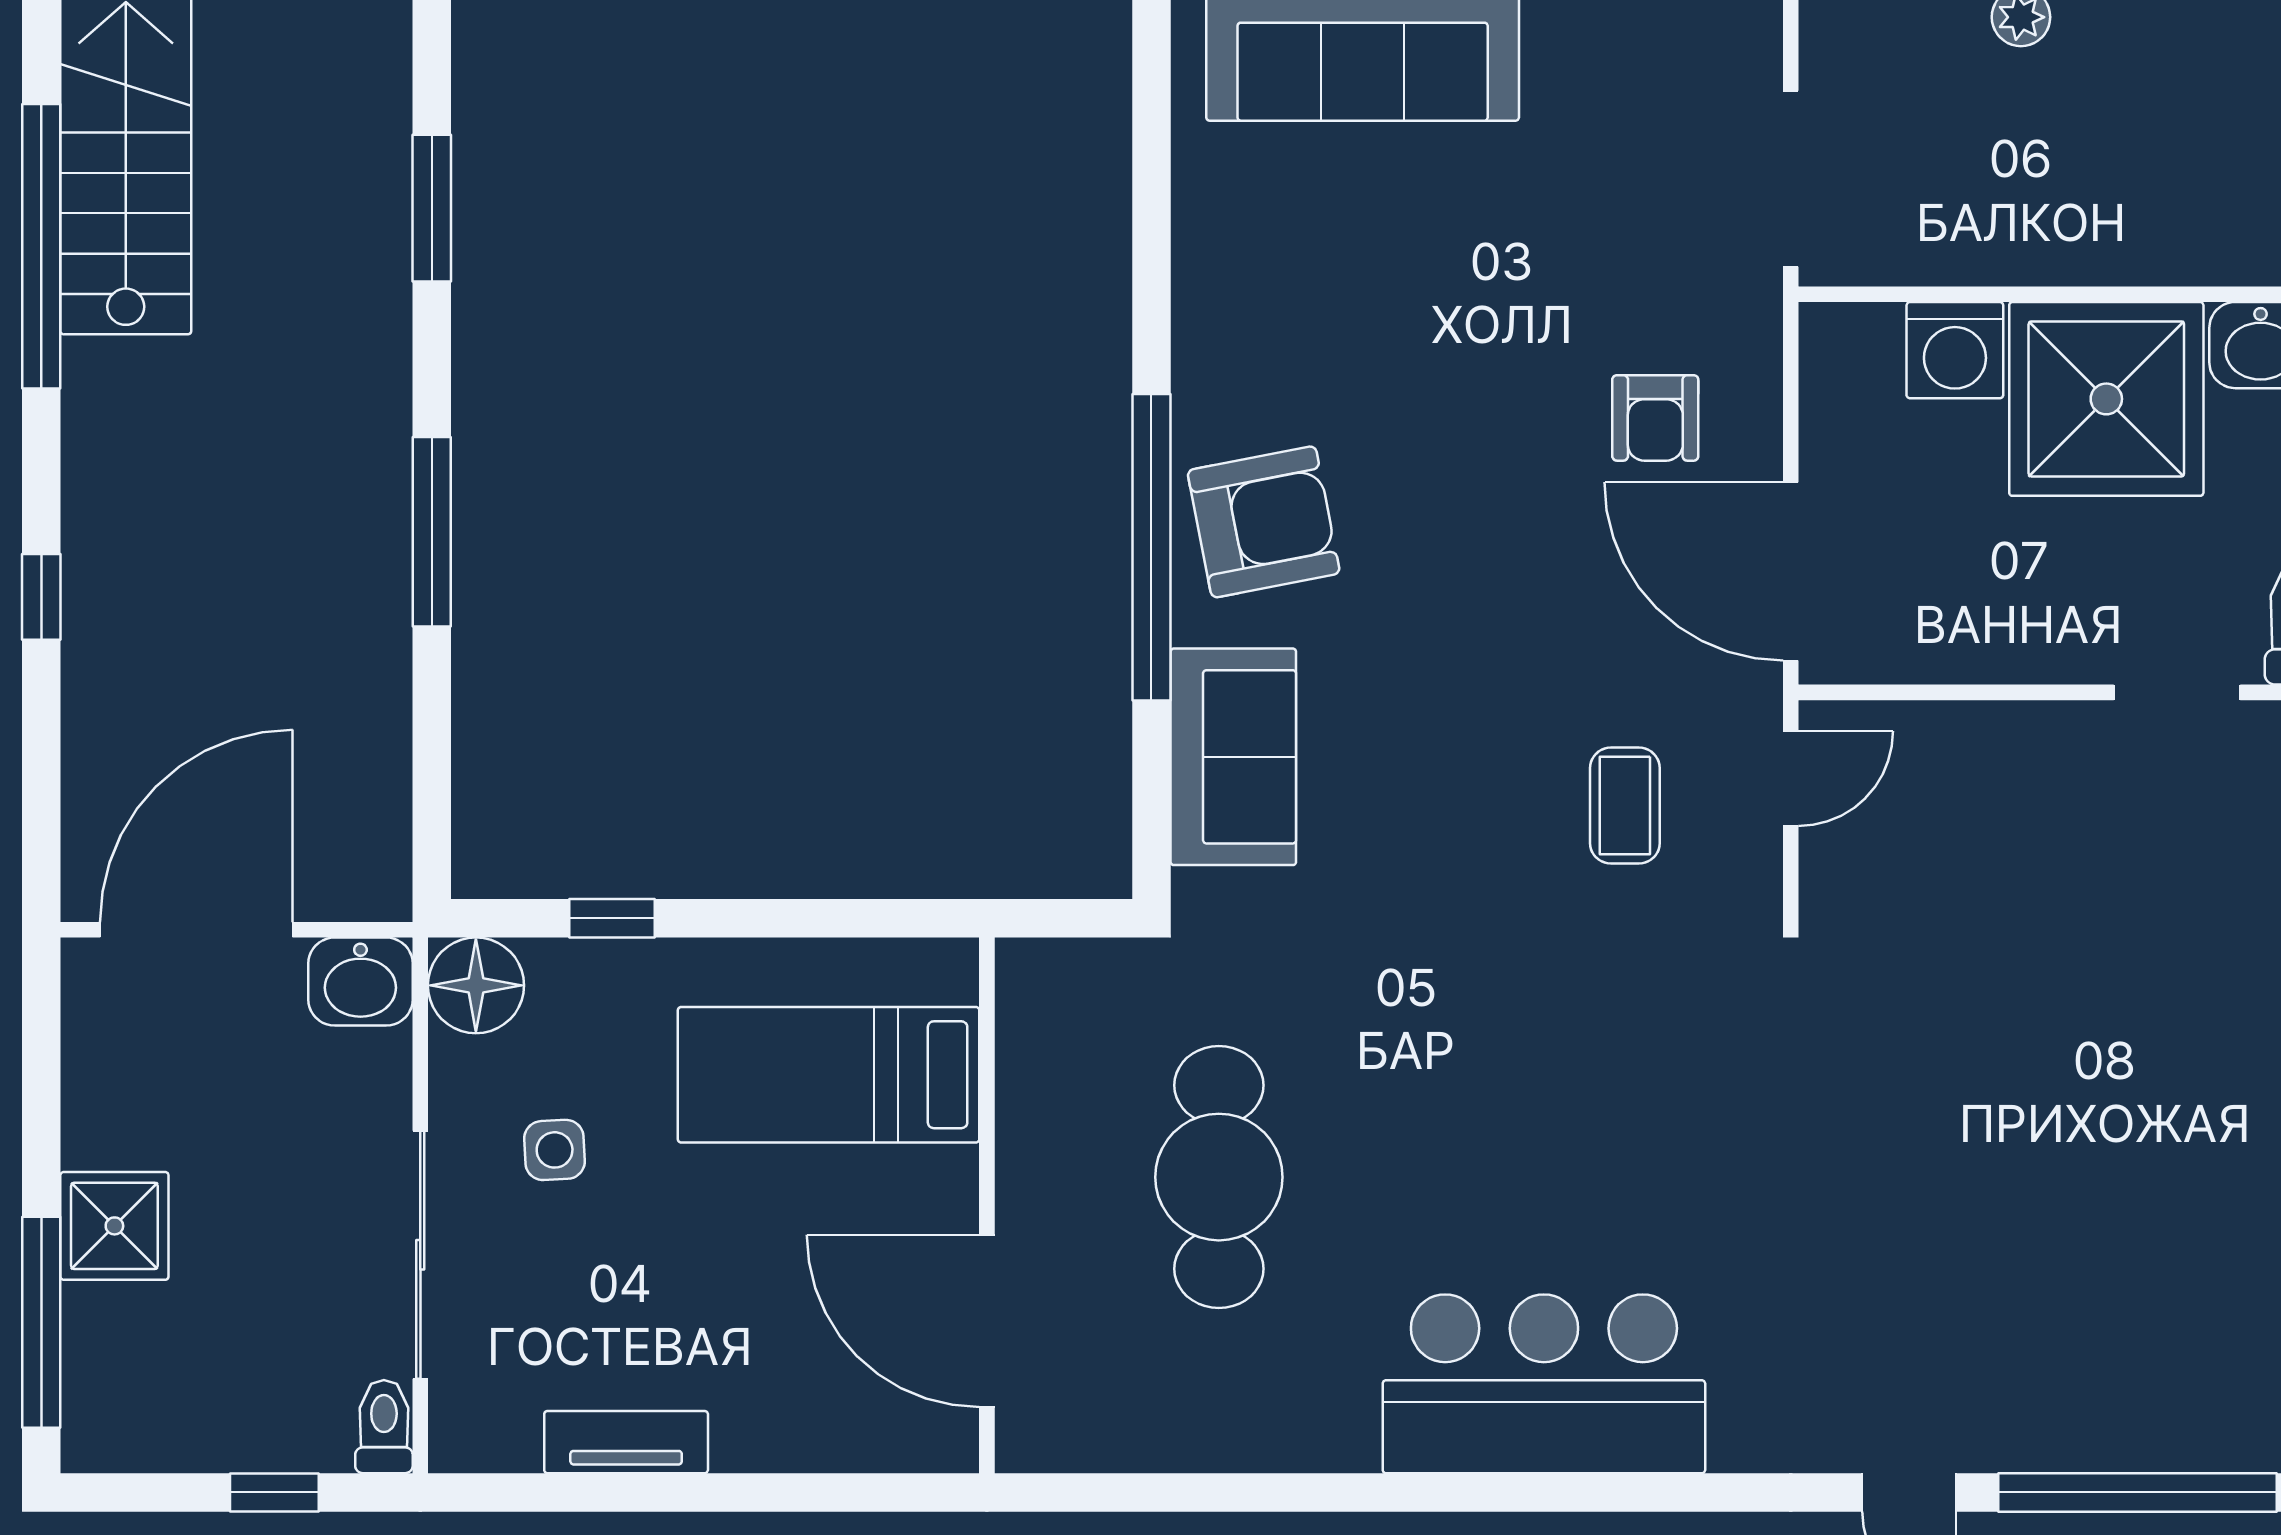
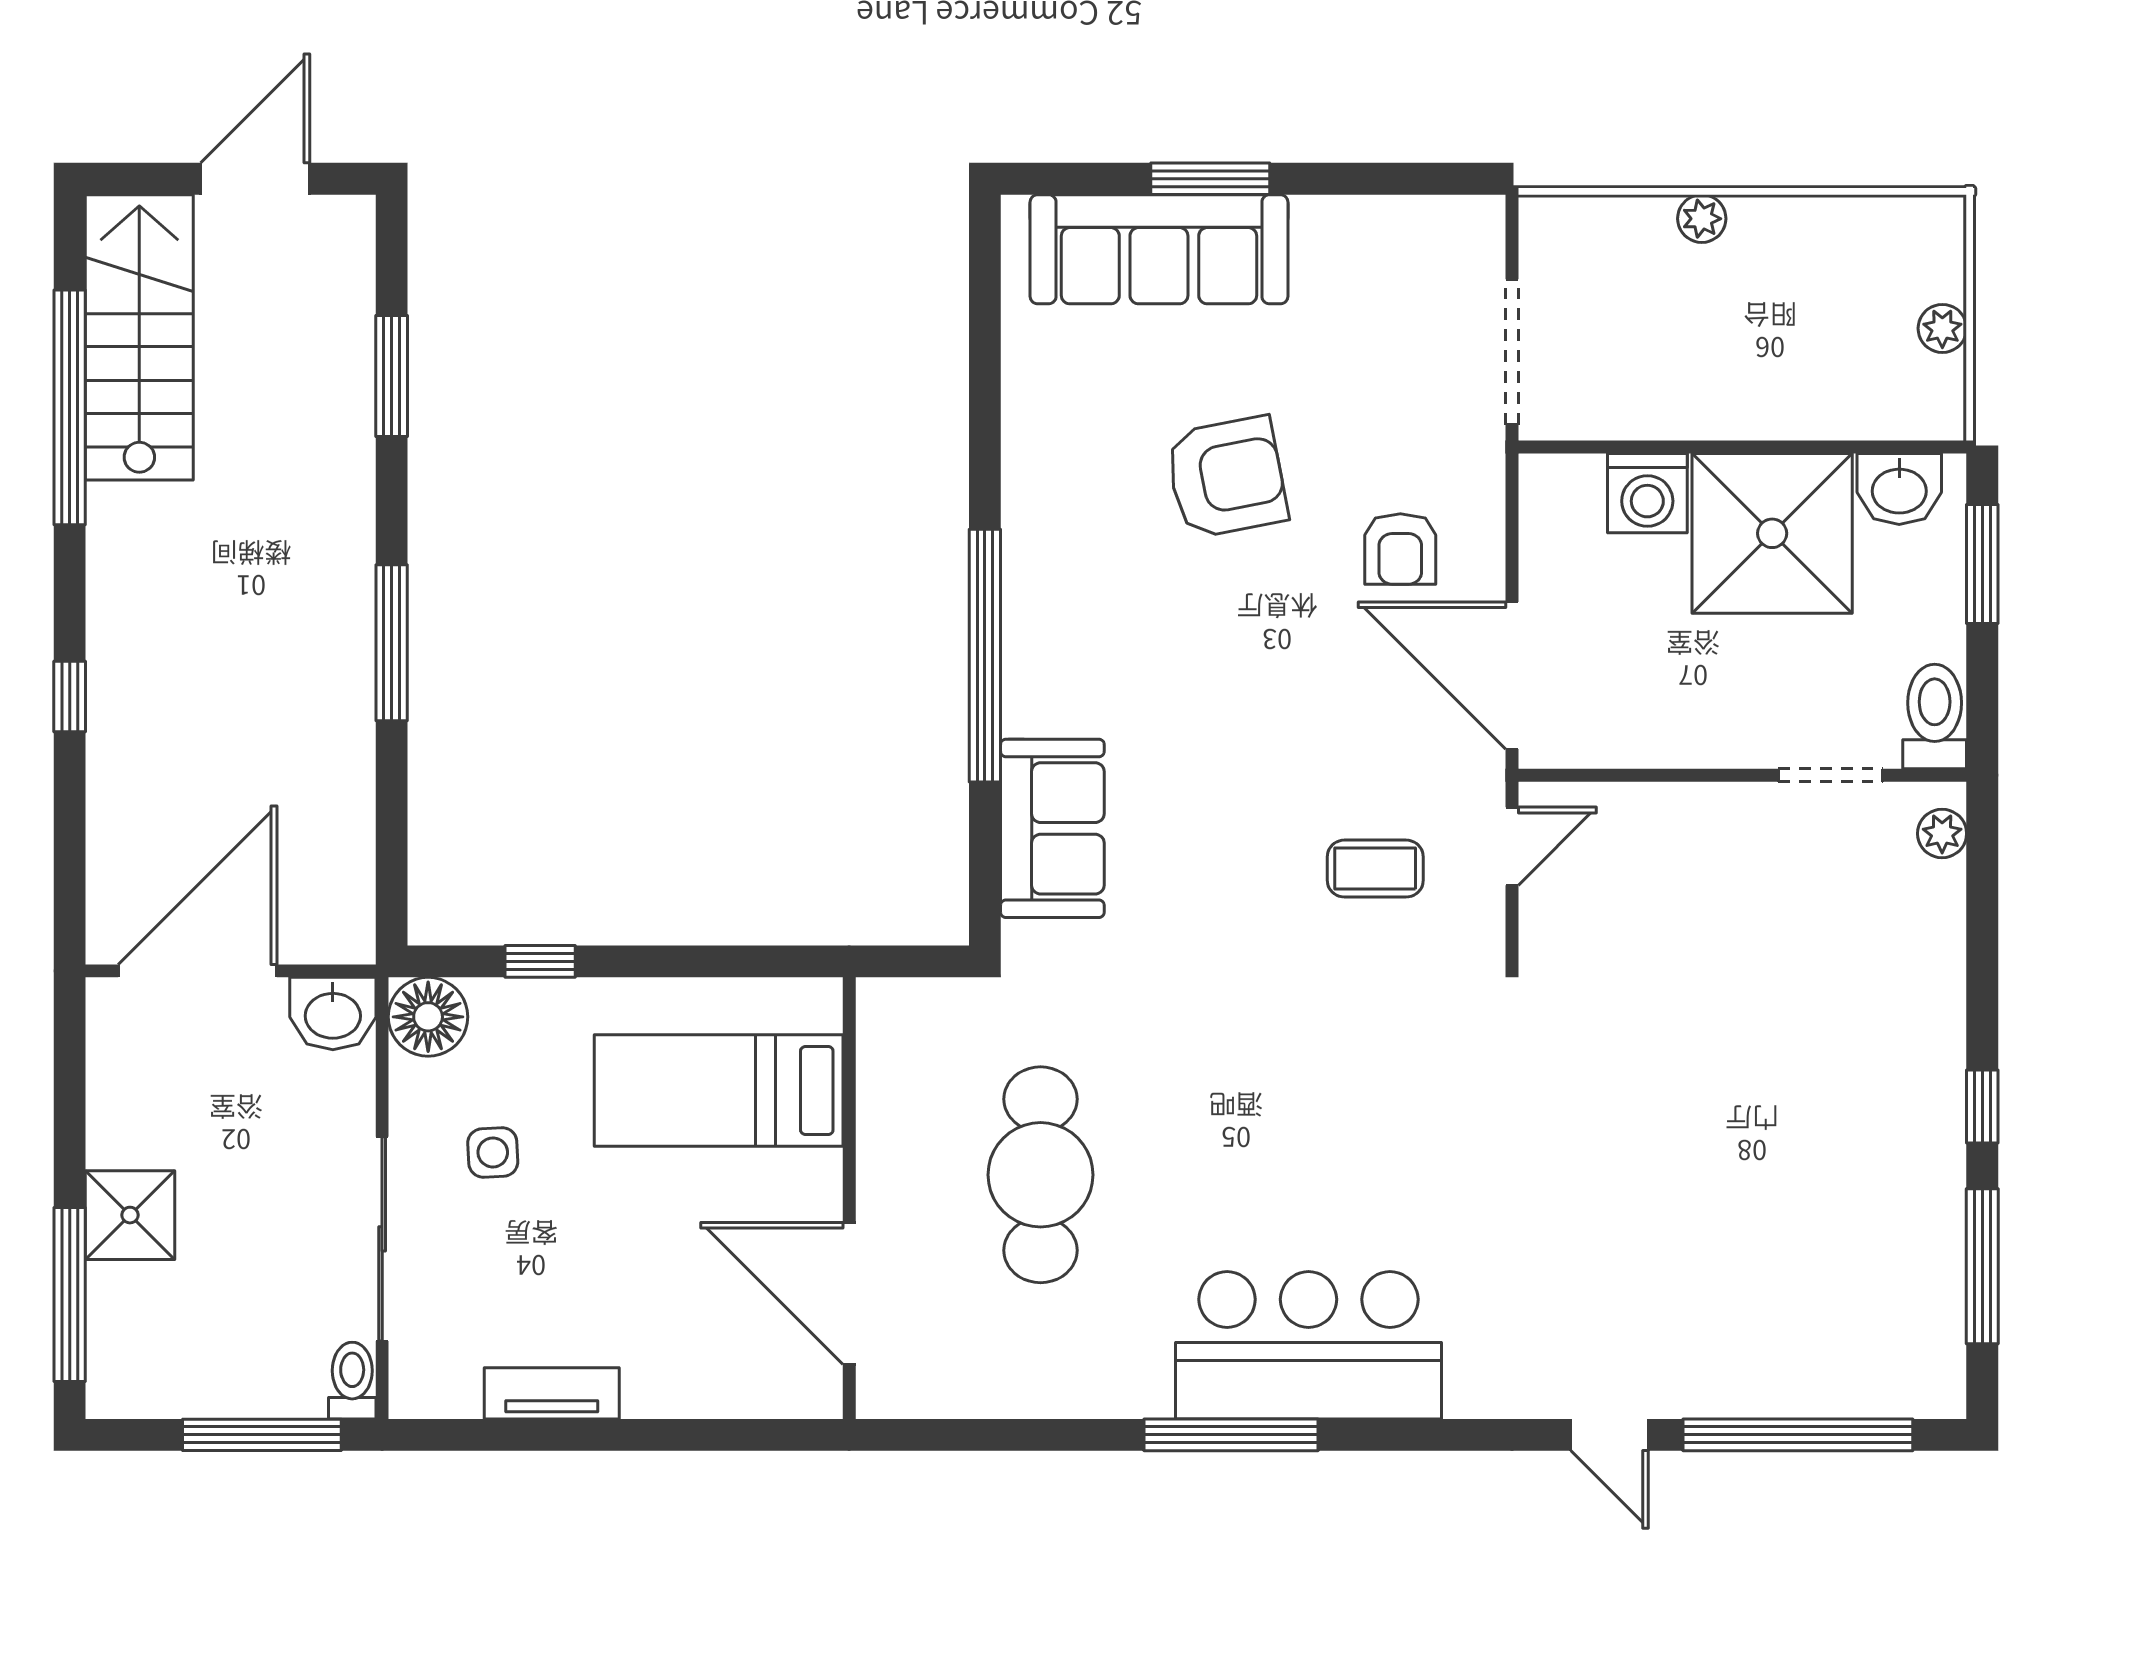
armchair: (1264, 522) -> (1226, 477), moved
coffee table: (1625, 806) -> (1375, 869), turned 90
window: (274, 1492) -> (262, 1435), width x2.17
window: (1450, 1492) -> (1231, 1435), added

